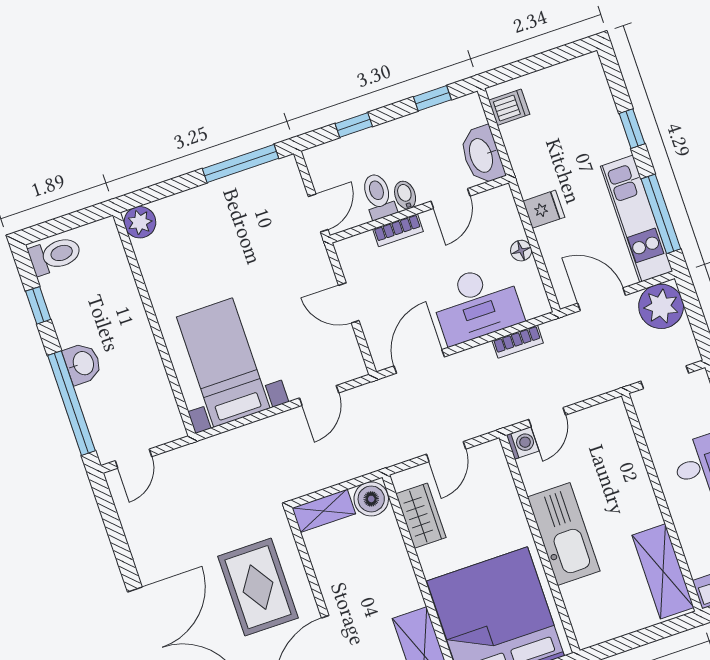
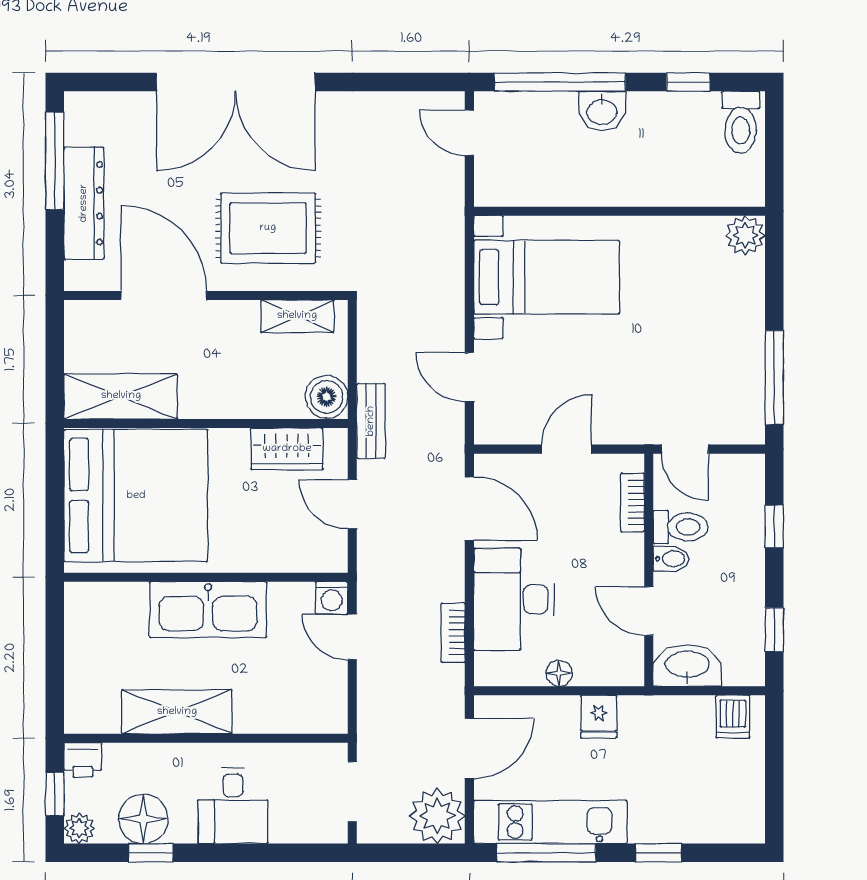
bookcase: (398, 230) -> (633, 503), moved
bench: (378, 459) -> (371, 421), added
shelving: (324, 511) -> (297, 316), moved, turned 90
shelving: (663, 571) -> (177, 712), moved

